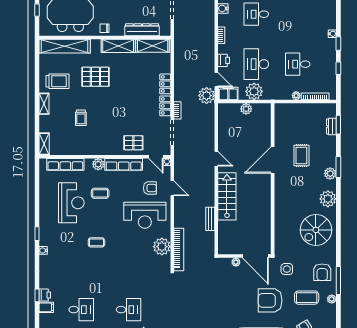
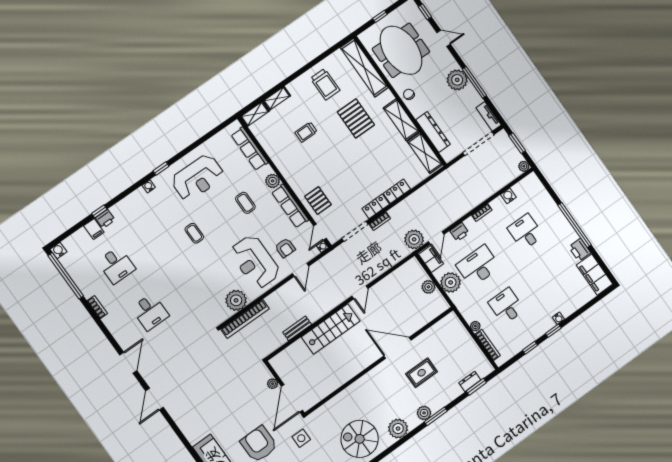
shelving: (44, 104) -> (277, 98), moved
reception desk: (71, 203) -> (198, 178), moved

